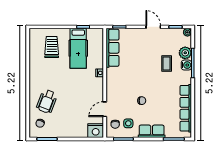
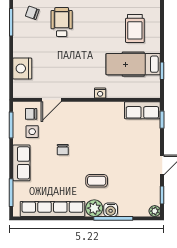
trolley: (52, 47) -> (135, 28), turned 90
row of seats: (112, 48) -> (142, 110), width x0.68
plant: (185, 53) -> (94, 208), moved
coffee table: (167, 64) -> (97, 181), moved
wheelchair: (47, 101) -> (62, 22), turned 69
door: (105, 109) -> (51, 100), swing flipped
nightstand: (96, 131) -> (22, 69), moved

